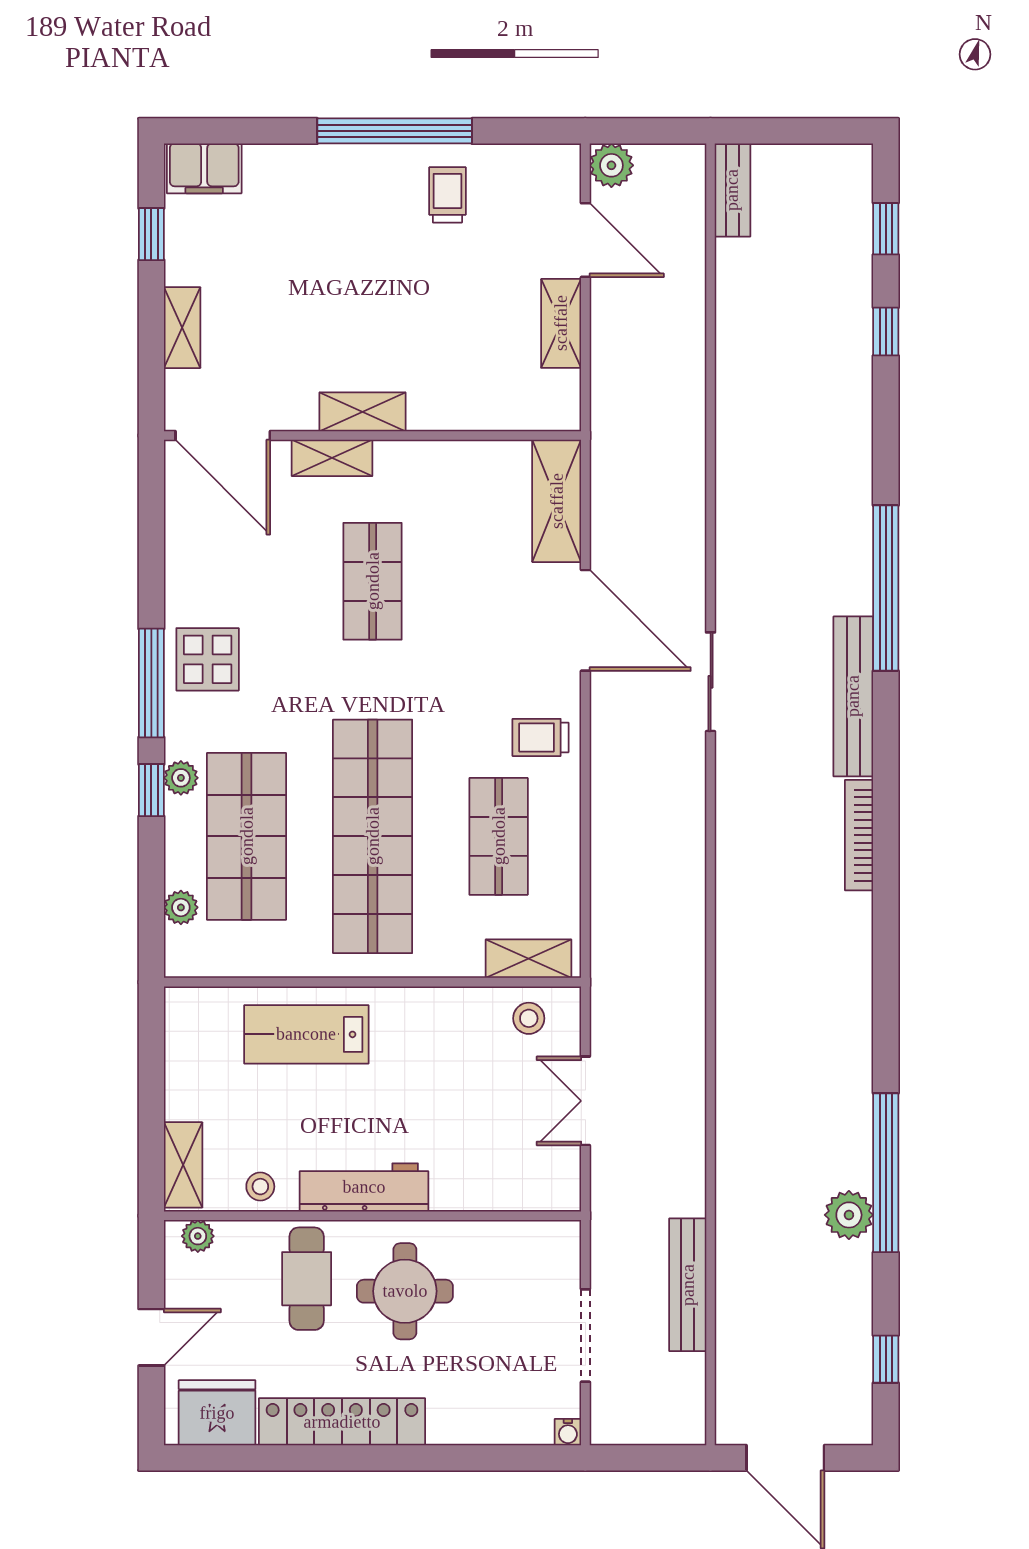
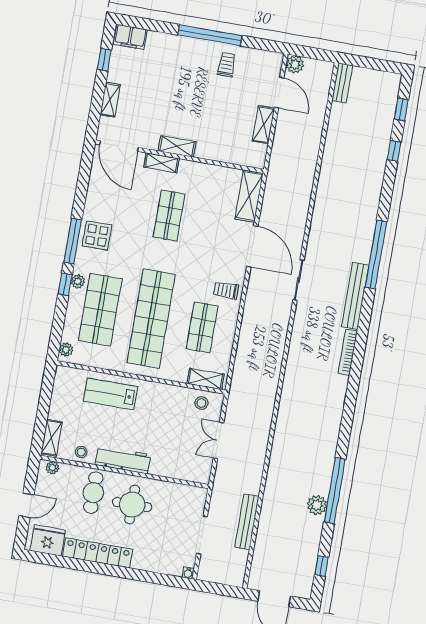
plant: (181, 907) -> (66, 350), moved

